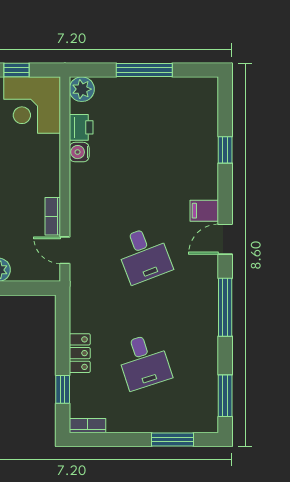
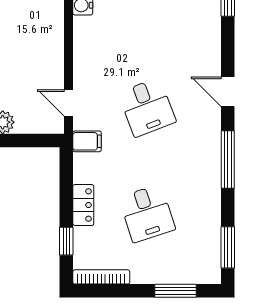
filing cabinet: (204, 211) -> (87, 141), moved, turned 180
bookcase: (53, 216) -> (57, 69), removed
door: (225, 239) -> (228, 92), hinge flipped
bookcase: (88, 426) -> (101, 277), width x1.56

